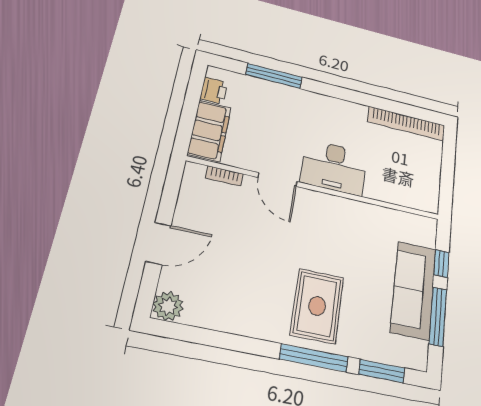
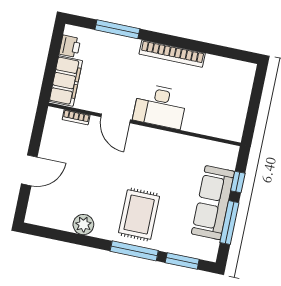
bookcase: (406, 124) -> (172, 54), moved
plant: (168, 306) -> (83, 225), moved

